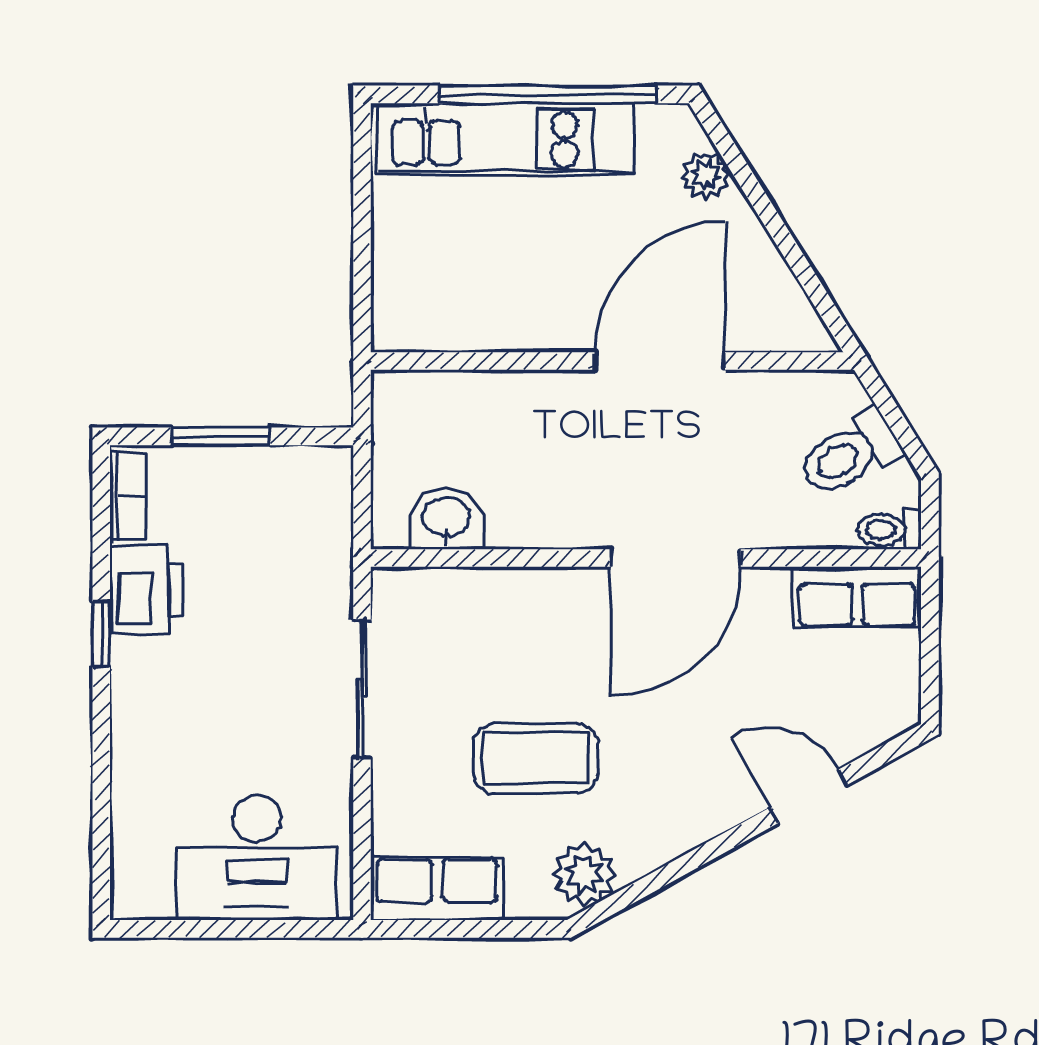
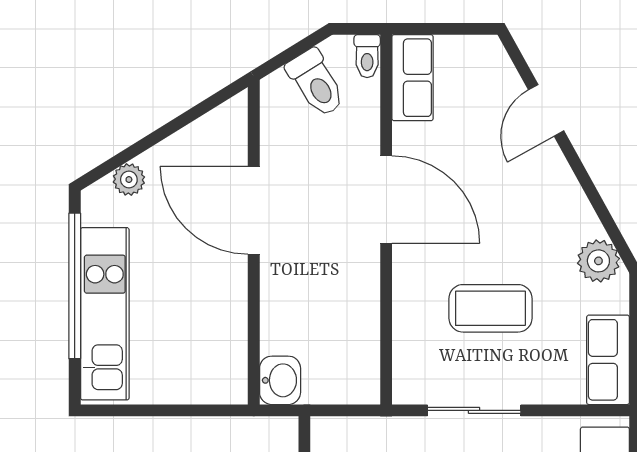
washbasin: (446, 519) -> (280, 380), moved, turned 180
coffee table: (536, 758) -> (490, 308), moved, turned 90

